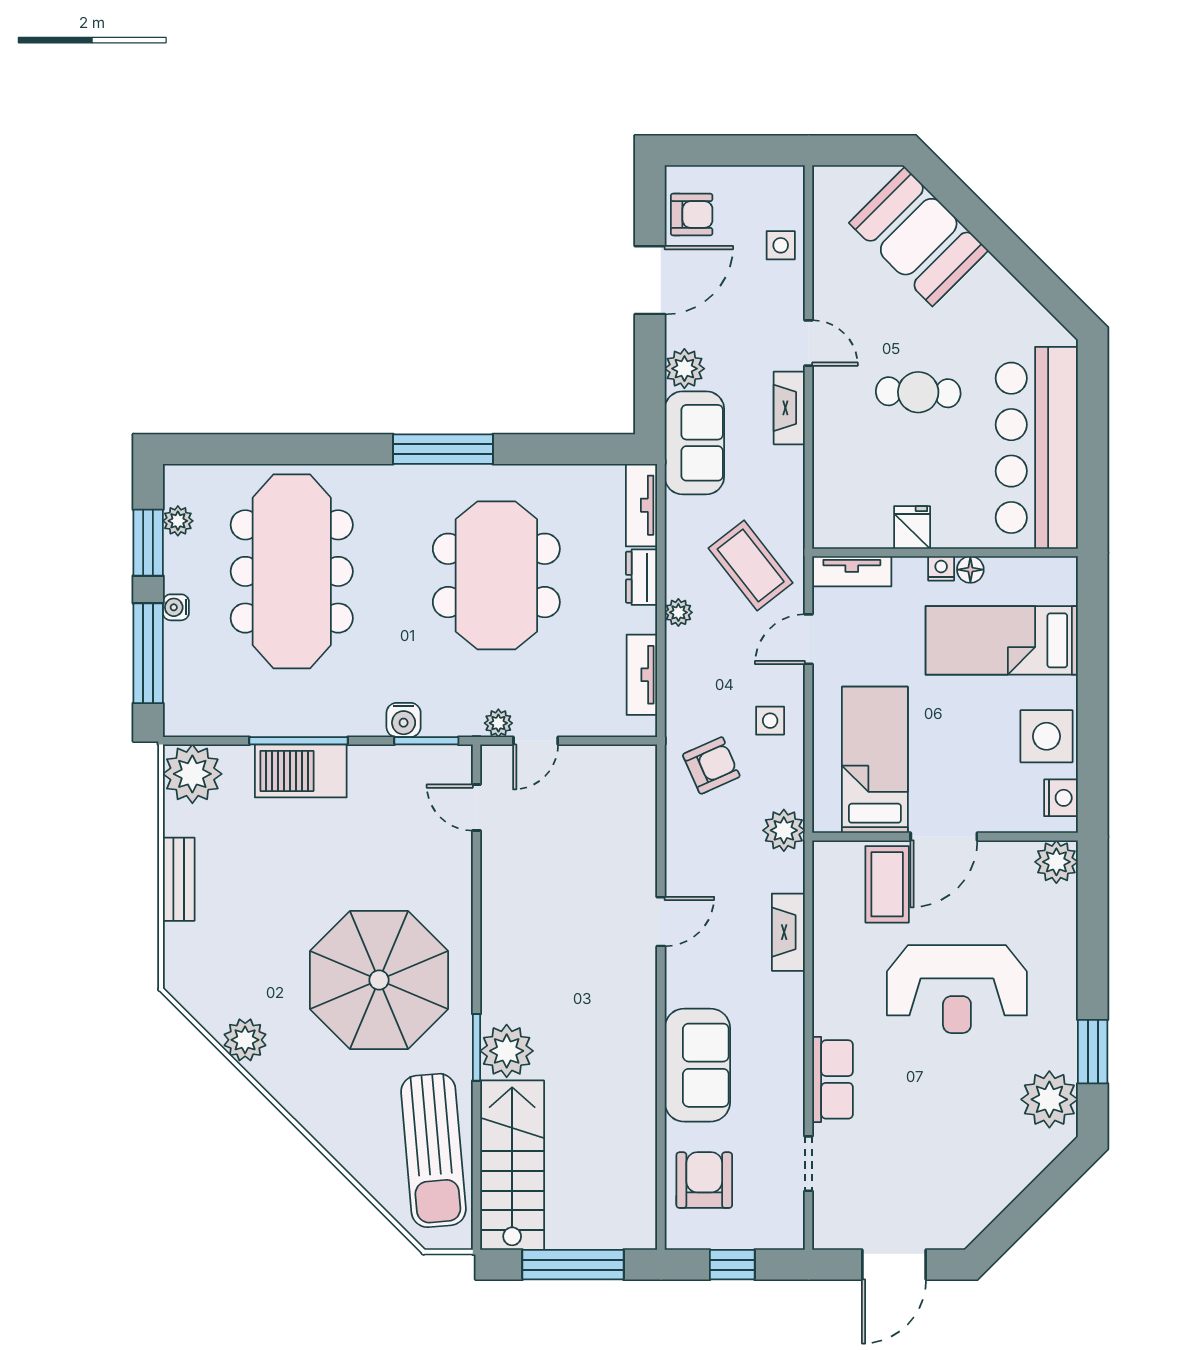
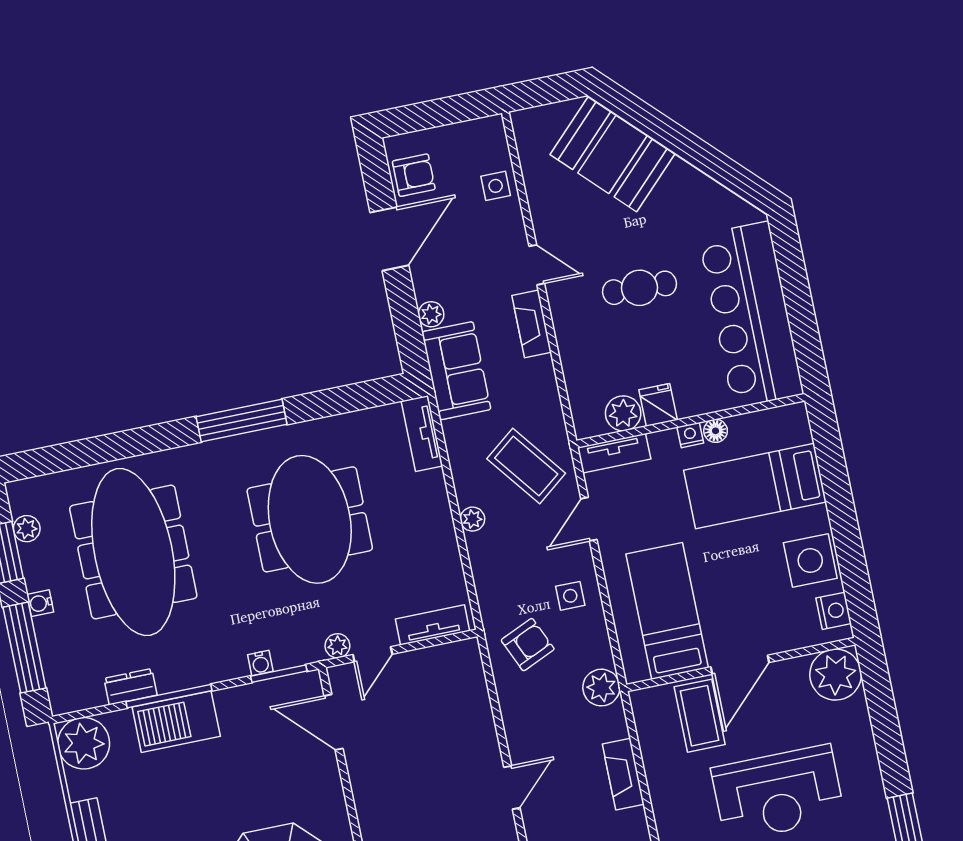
plant: (684, 369) -> (431, 314), width x0.73, depth x0.73
plant: (871, 529) -> (623, 413), added
dresser: (642, 577) -> (131, 687), moved, turned 90
tv unit: (642, 675) -> (433, 625), moved, turned 90
water cooler: (404, 720) -> (260, 663), width x0.72, depth x0.72
door: (476, 808) -> (334, 722), width x1.38
plant: (1056, 862) -> (836, 675), width x1.36, depth x1.36

